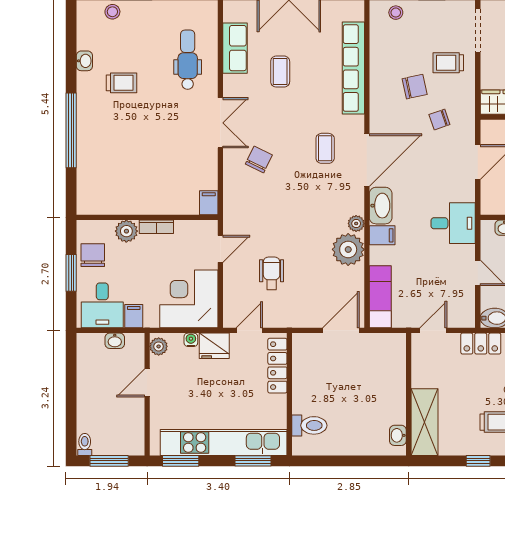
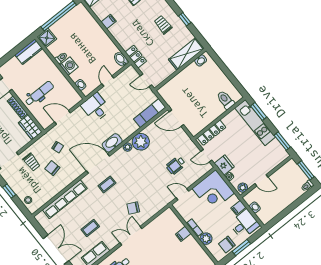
filing cabinet: (209, 203) -> (183, 234), moved
filing cabinet: (382, 235) -> (124, 133), removed
kitchen unit: (224, 443) -> (255, 123), width x0.73

